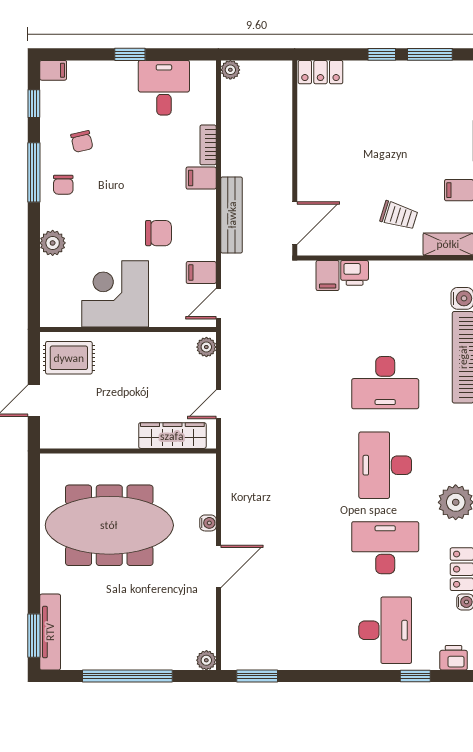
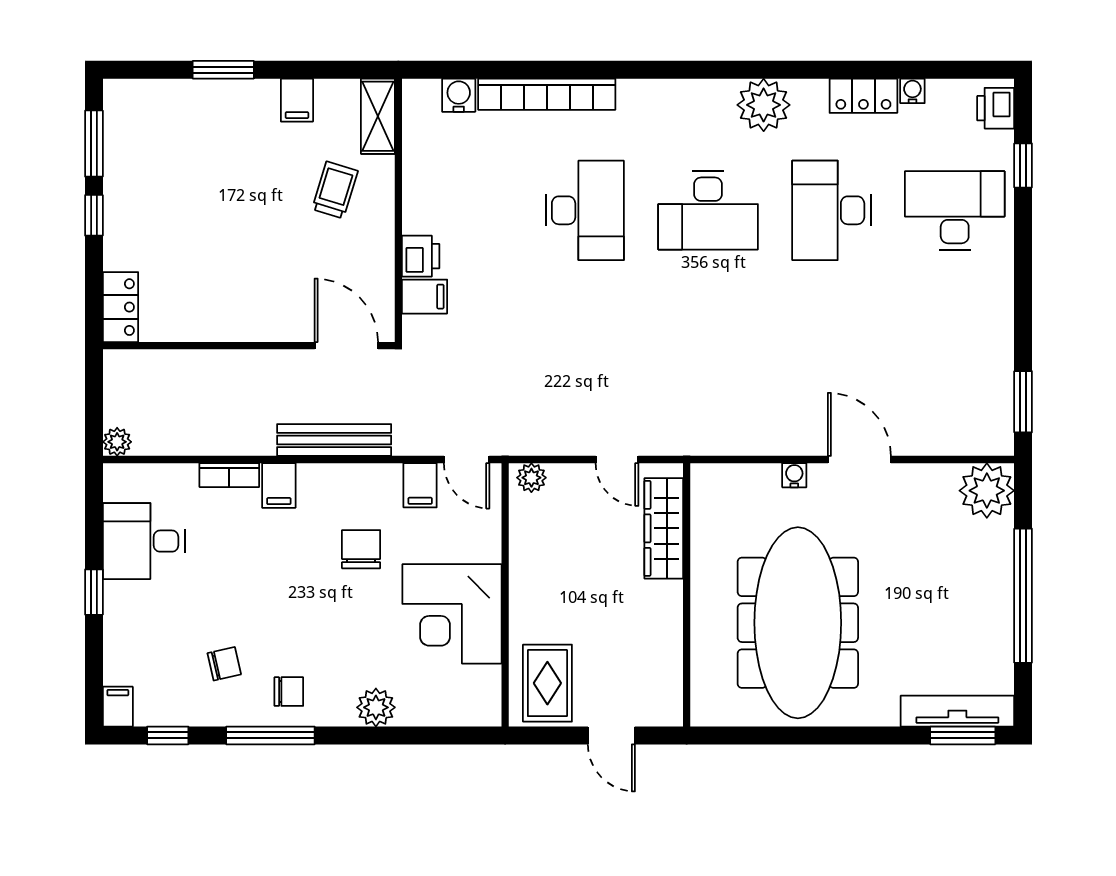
plant: (206, 660) -> (987, 491), width x1.88, depth x1.88

